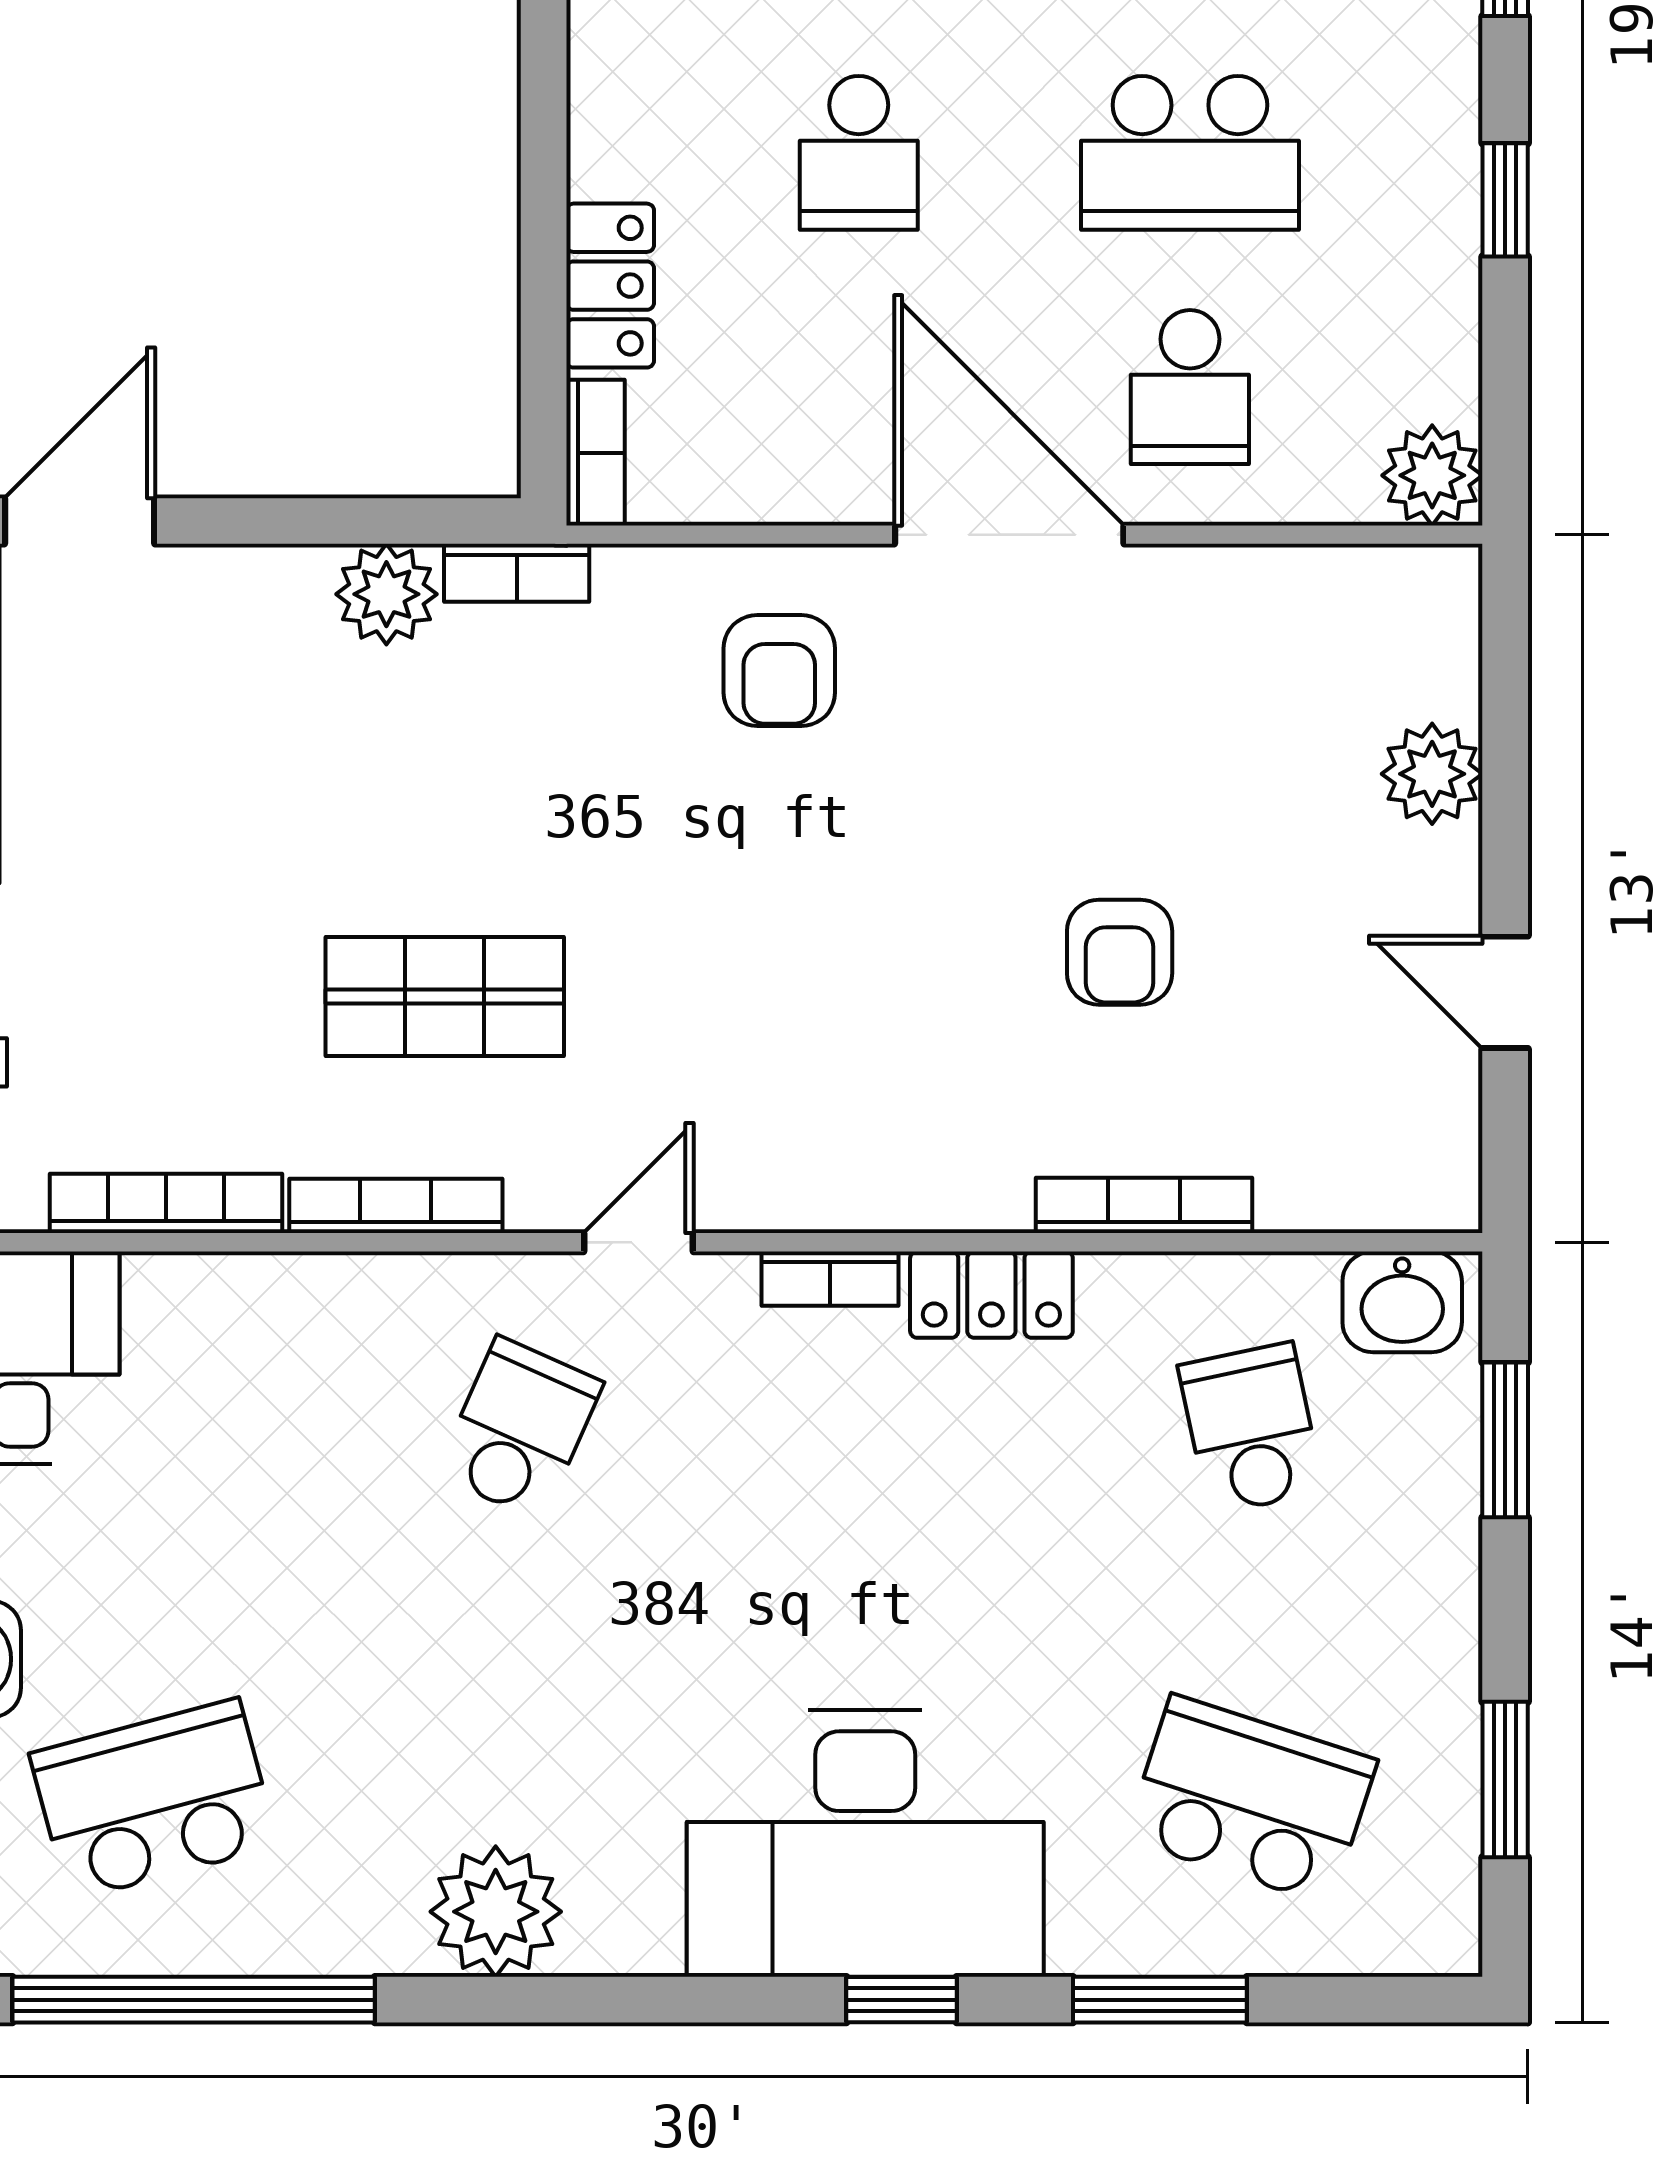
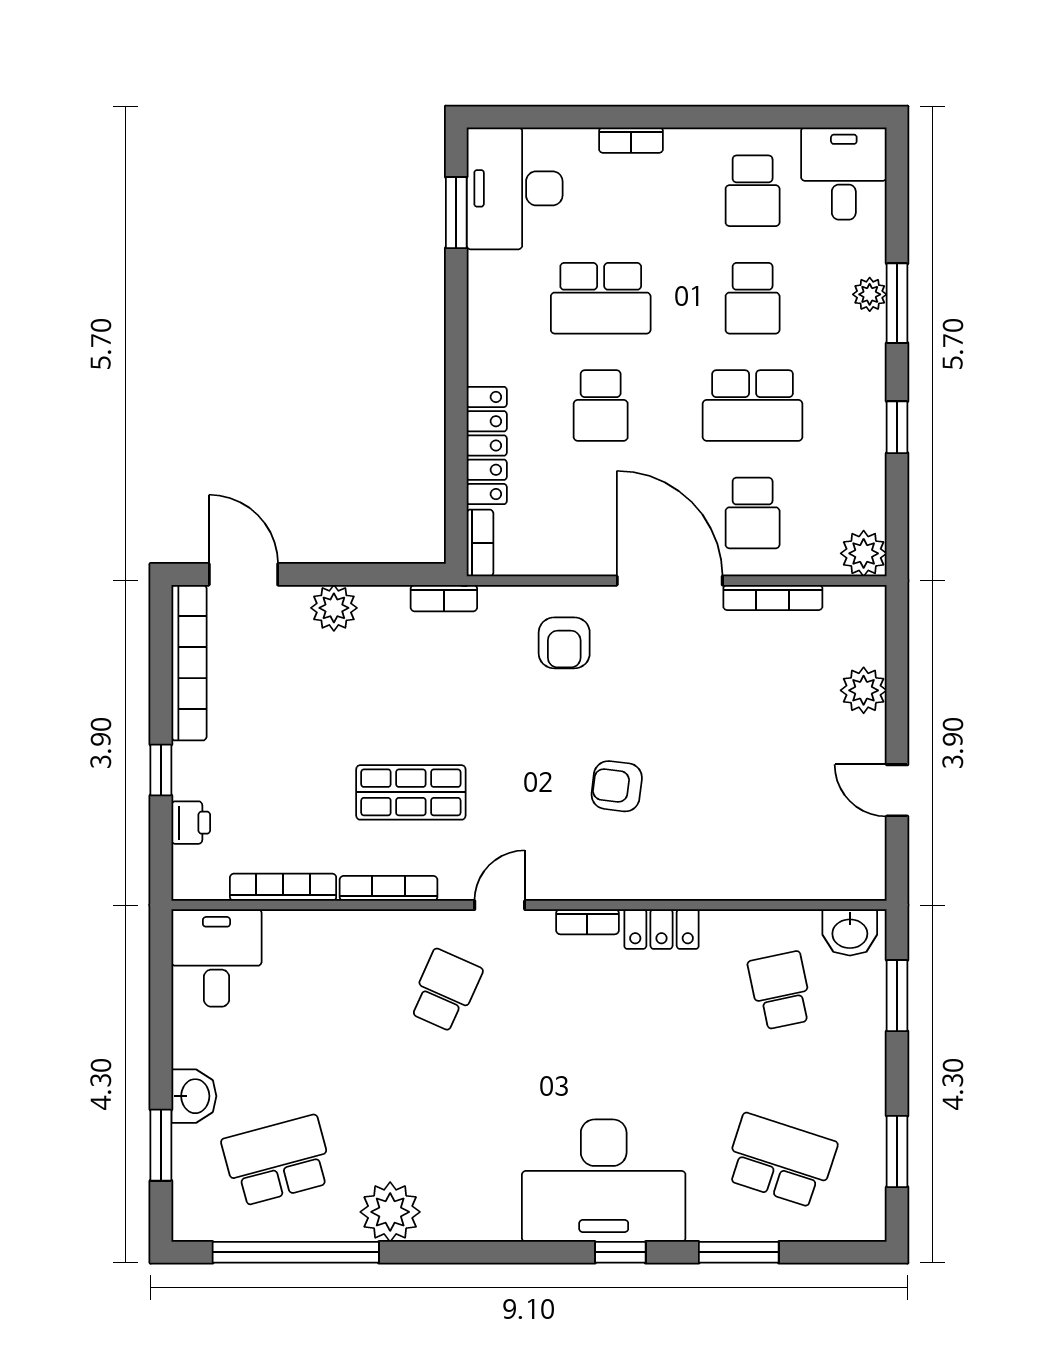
locker: (610, 286) -> (487, 446), width x1.53
door: (80, 521) -> (243, 574), hinge flipped
plant: (386, 594) -> (334, 608), moved
armchair: (1120, 952) -> (617, 786), moved, turned 97
bookcase: (1144, 1205) -> (773, 597), moved, turned 180
plant: (496, 1912) -> (390, 1212), moved

